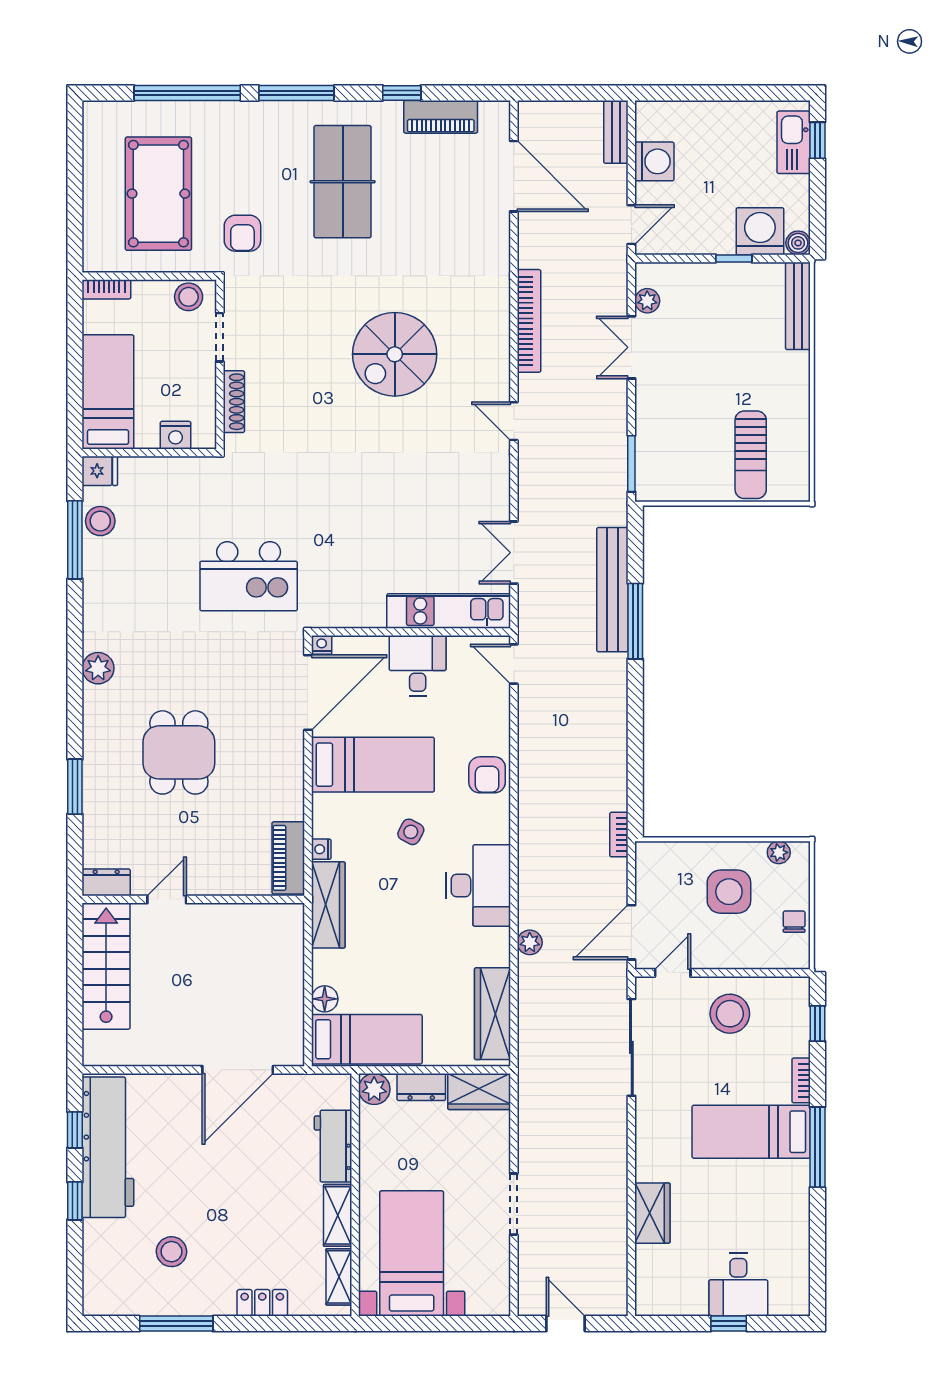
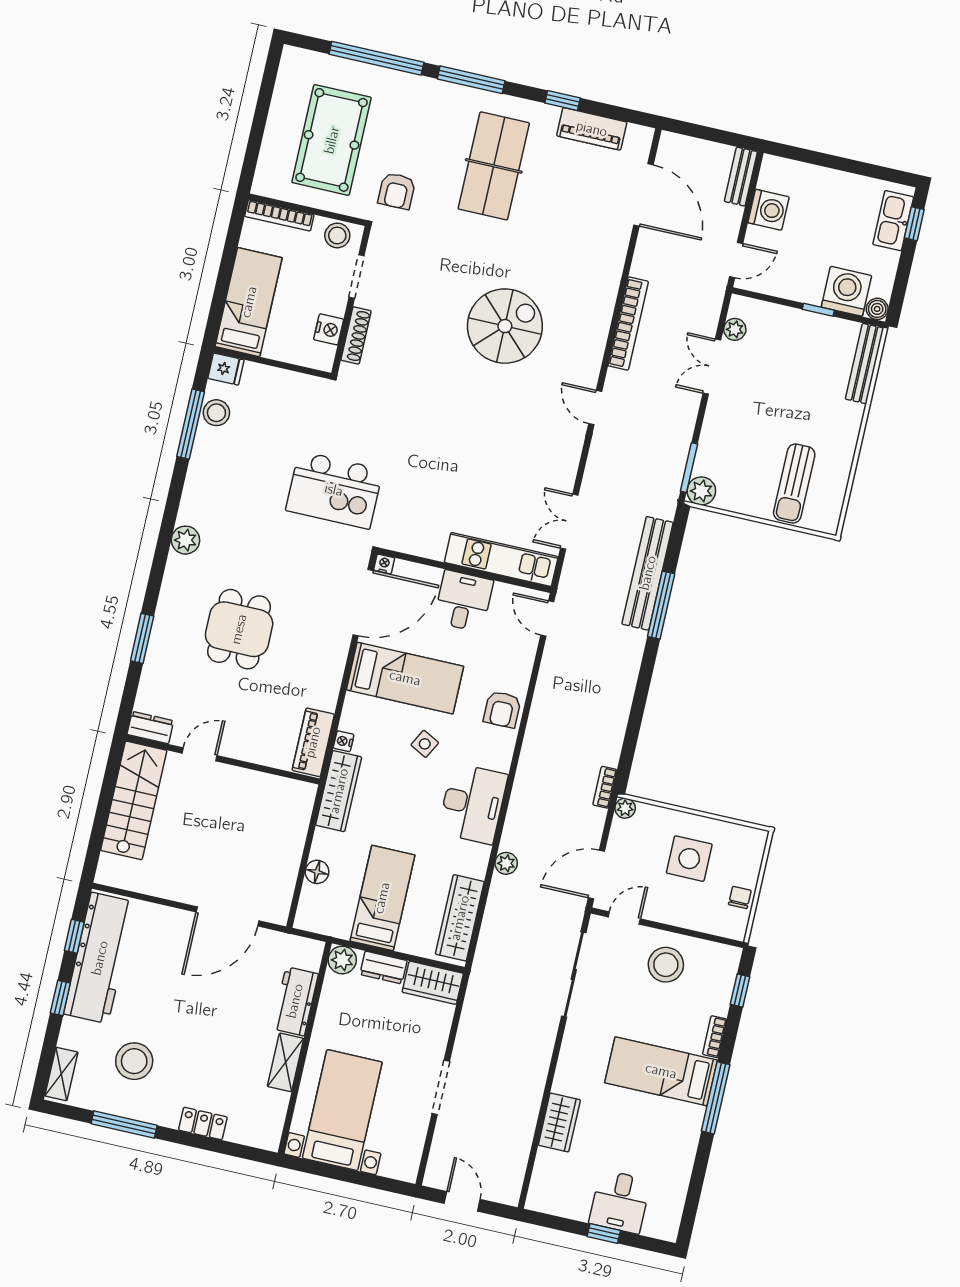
bookcase: (106, 289) -> (279, 215), width x1.56
spiral stairs: (395, 354) -> (505, 326), turned 180
nightstand: (176, 435) -> (329, 329), moved, turned -90
plant: (651, 486) -> (701, 491), added
plant: (779, 852) -> (625, 808), moved
bed: (367, 1039) -> (382, 898), moved, turned -90
stool: (171, 1252) -> (134, 1061), width x1.38, depth x1.38
shelving: (339, 1277) -> (61, 1074), moved

